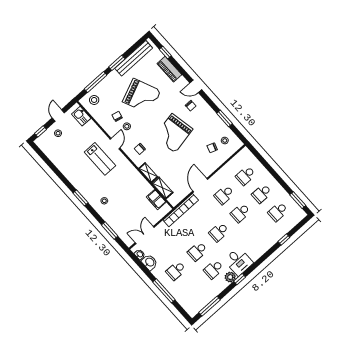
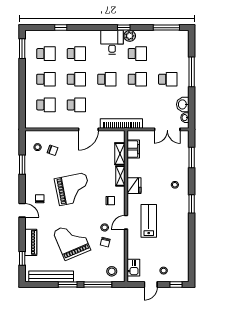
fridge: (133, 174) -> (134, 186), added
school desk: (256, 231) -> (76, 54), added

